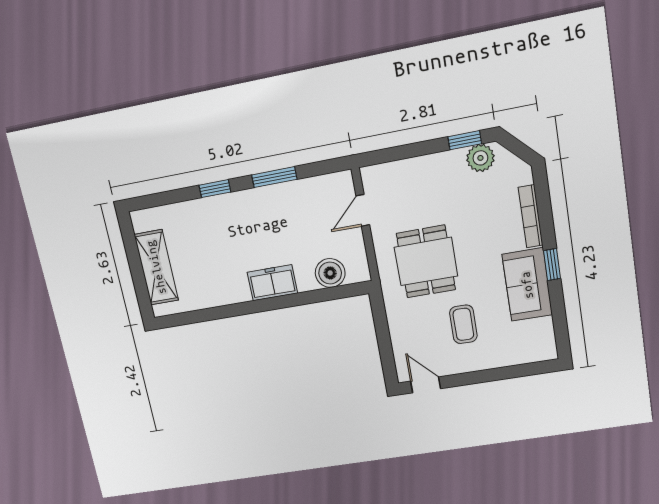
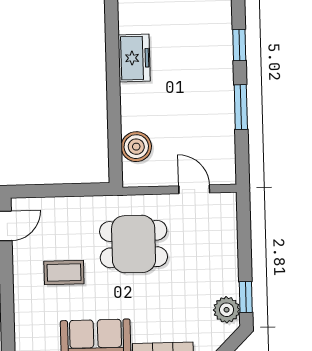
freezer: (272, 283) -> (134, 58), moved

